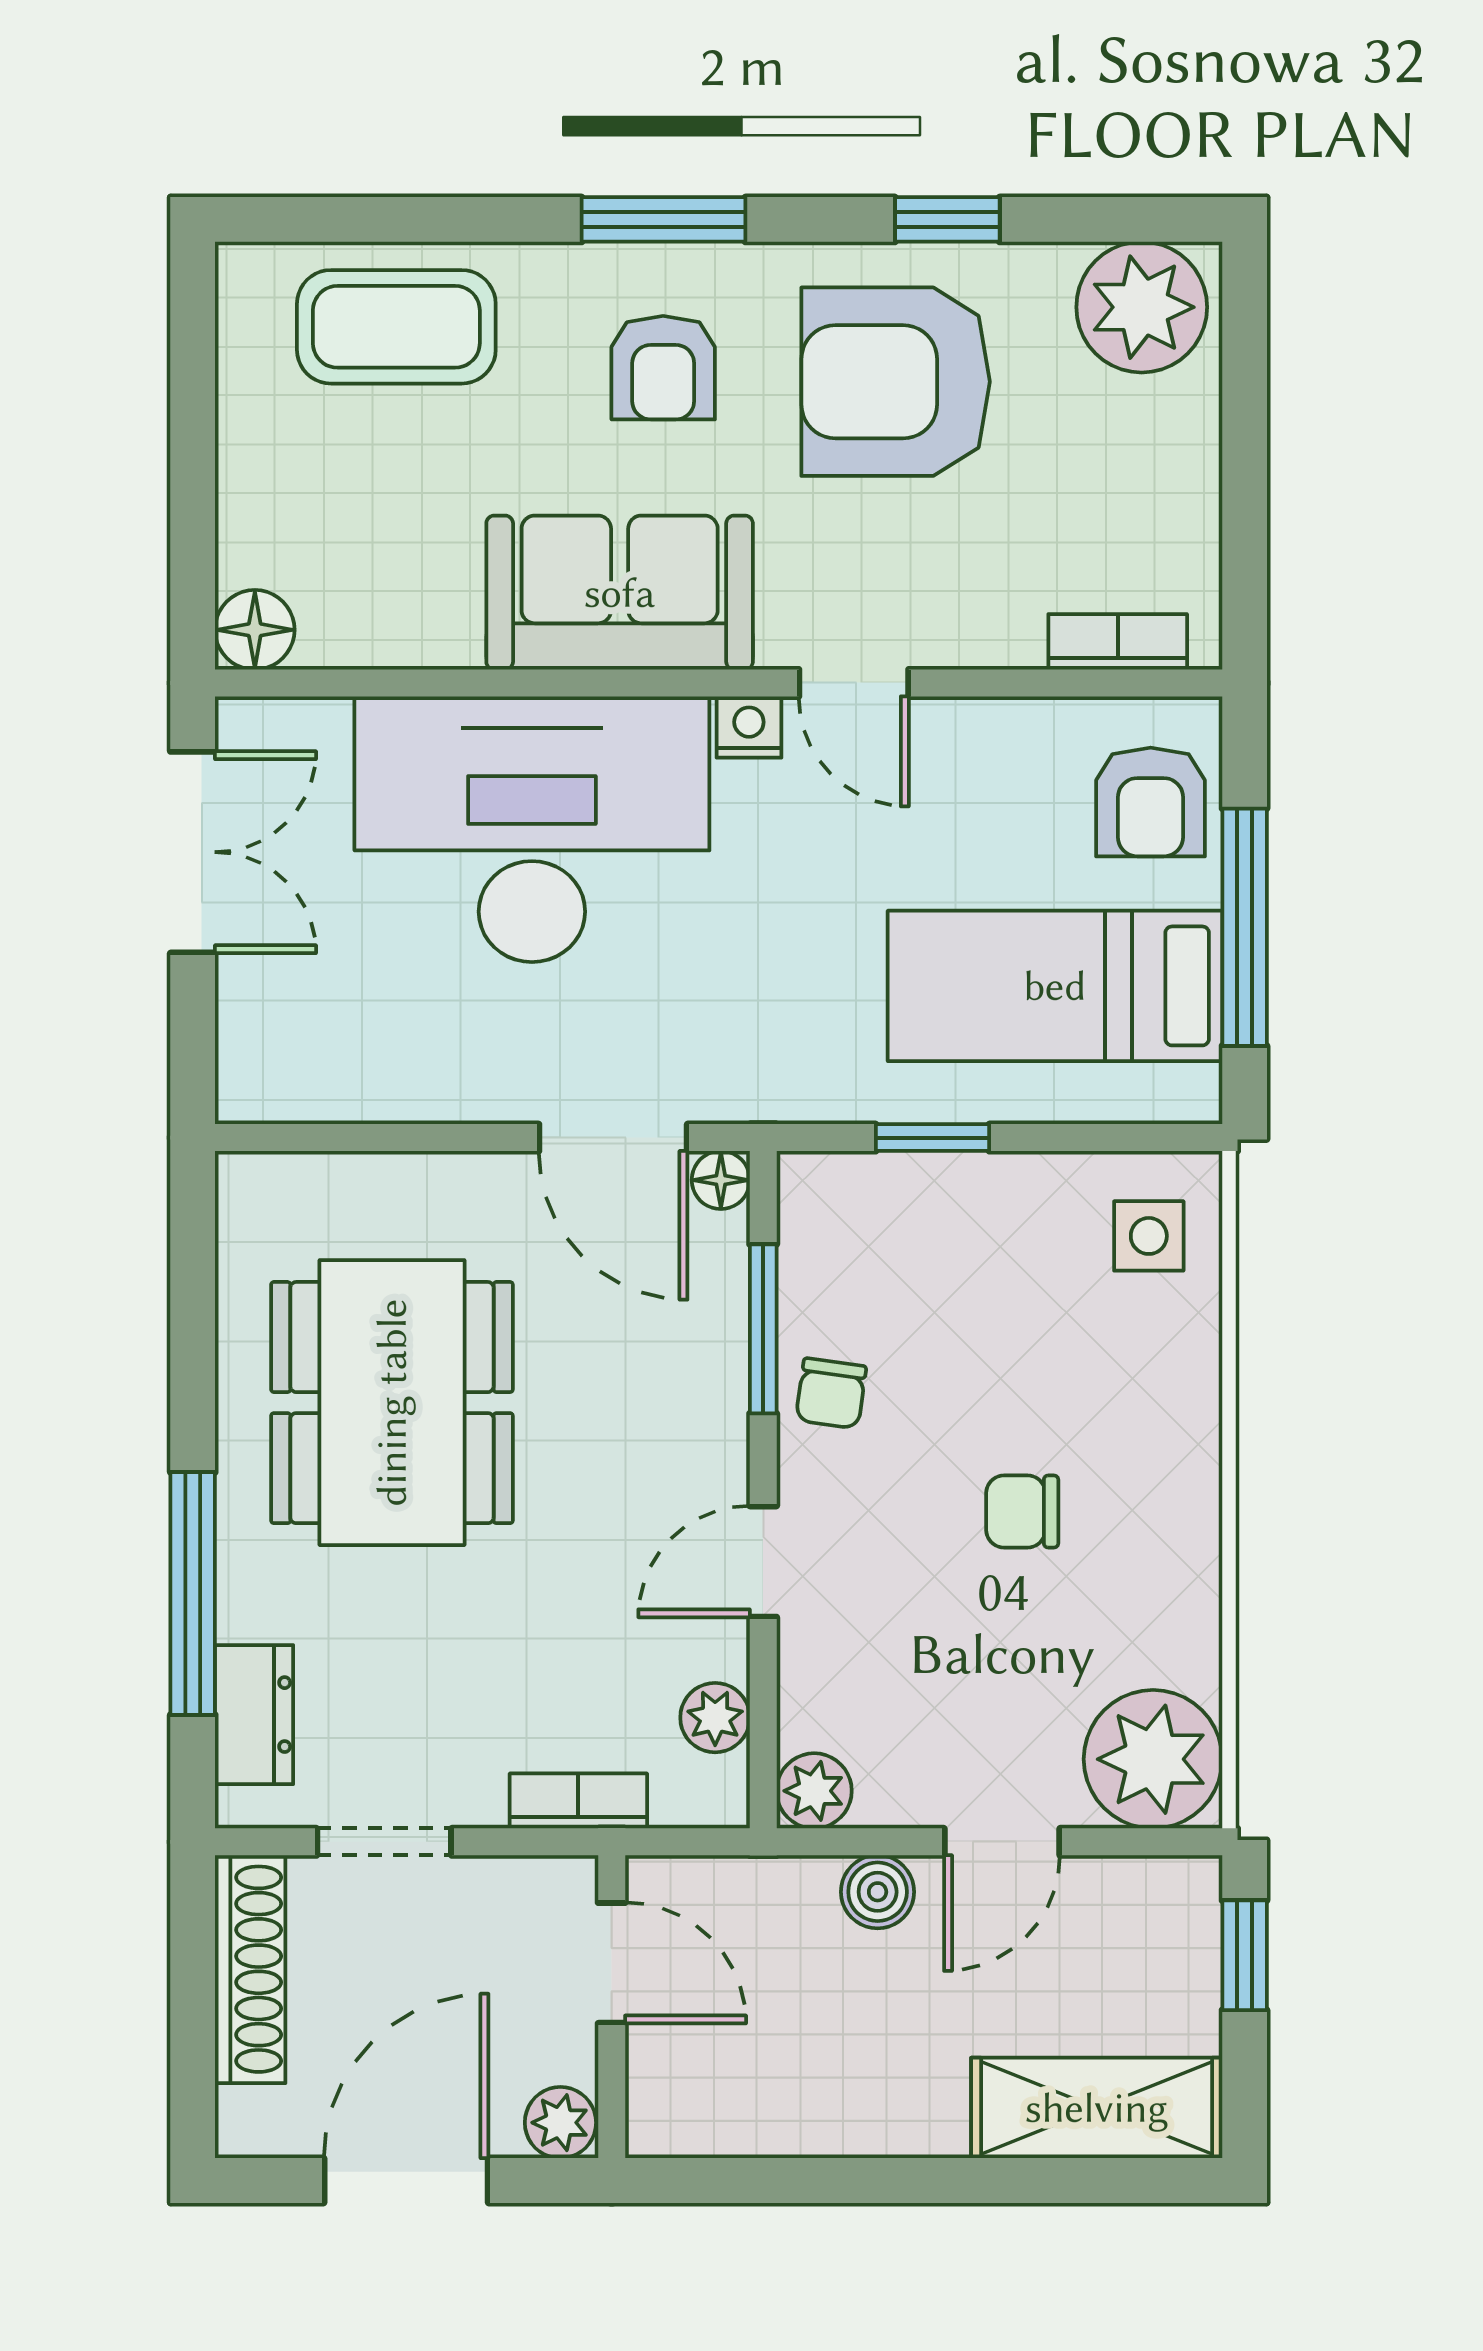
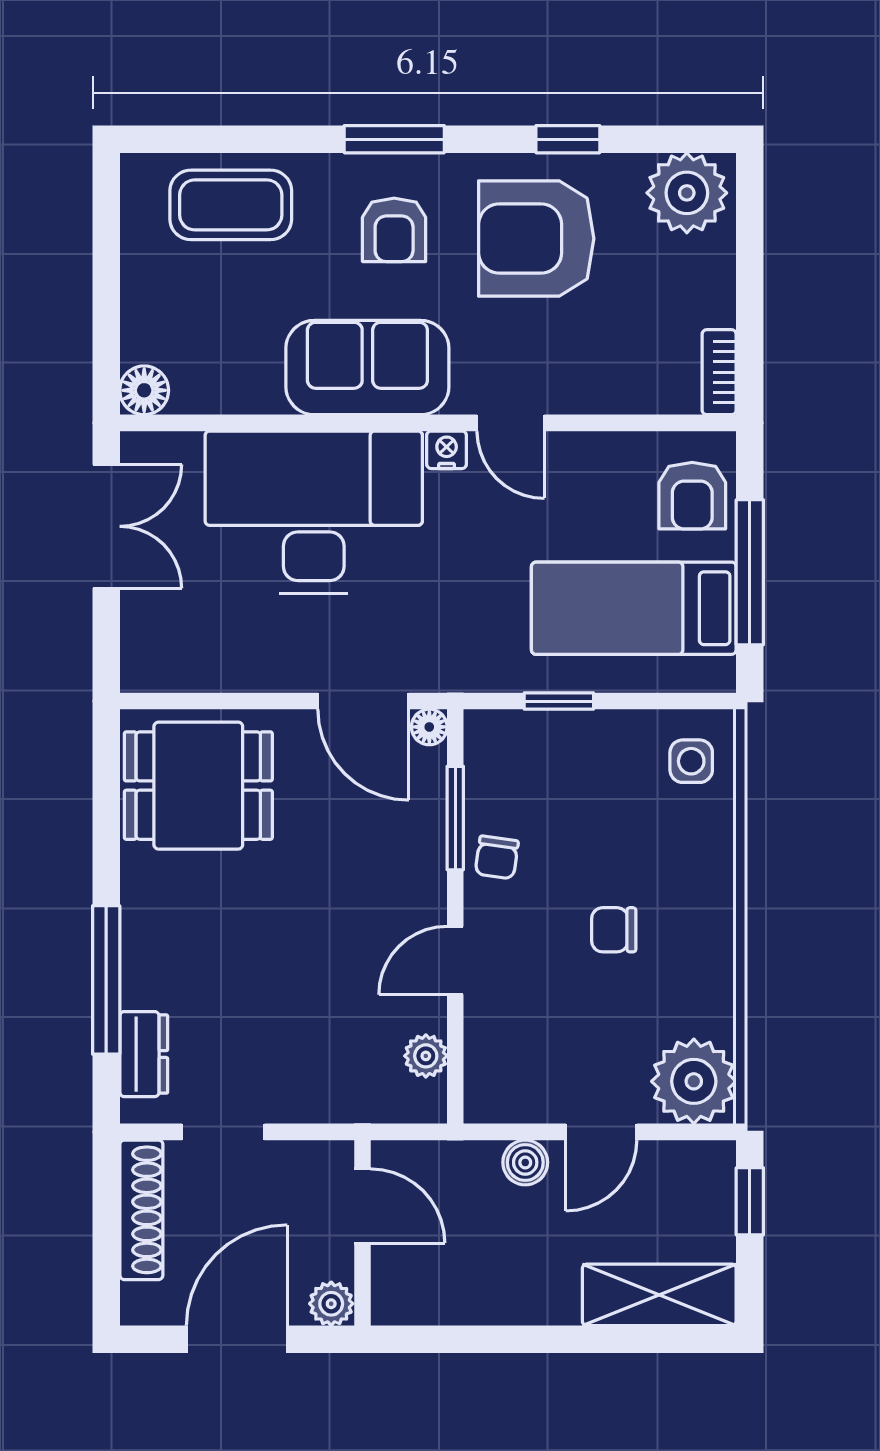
bookcase: (1118, 642) -> (719, 372), moved, turned -90
dining table: (392, 1403) -> (198, 786), moved, width x0.73
plant: (814, 1791) -> (486, 1101), removed
bookcase: (578, 1801) -> (342, 1107), removed

